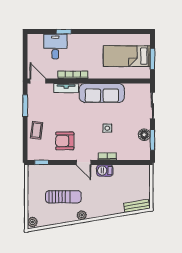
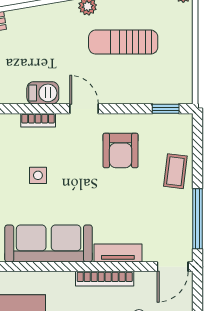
door: (38, 81) -> (173, 267), hinge flipped
window: (25, 106) -> (197, 219), width x1.44
armchair: (65, 141) -> (121, 150), turned 90

